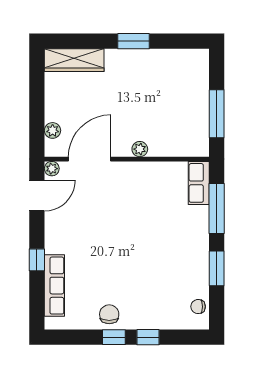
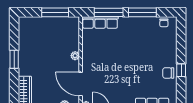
row of seats: (199, 183) -> (100, 22), width x1.48
window: (217, 268) -> (142, 12), width x1.44
window: (148, 337) -> (181, 51), removed

